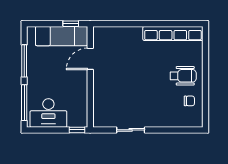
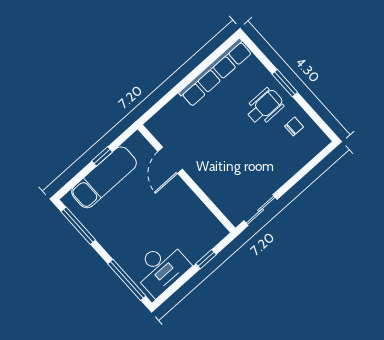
door: (90, 59) -> (170, 160), moved
window: (24, 61) -> (78, 226), moved
window: (205, 73) -> (285, 83), added
wall: (90, 77) -> (187, 179), moved

